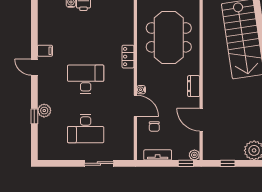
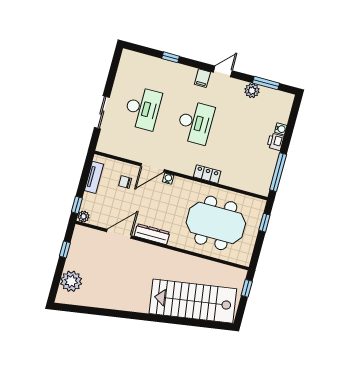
window: (34, 26) -> (266, 83), added
filing cabinet: (45, 51) -> (202, 78), moved
dresser: (194, 86) -> (152, 234), width x1.44
plant: (44, 111) -> (252, 91), moved
desk: (86, 129) -> (143, 108), turned 180

